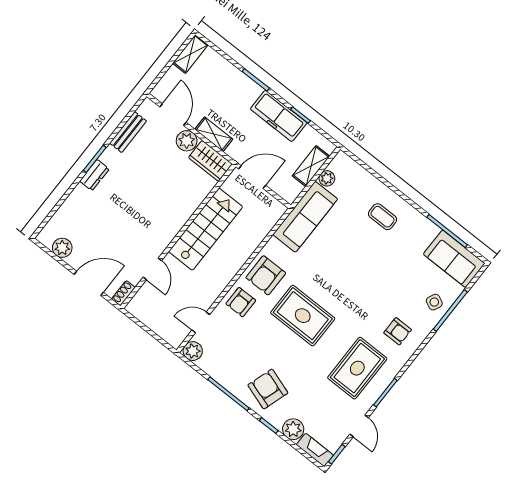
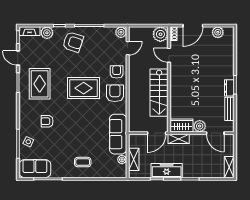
shelving: (214, 134) -> (179, 139), moved
dresser: (94, 175) -> (229, 88), moved
plant: (142, 306) -> (160, 34), added
armchair: (398, 331) -> (47, 121), moved

